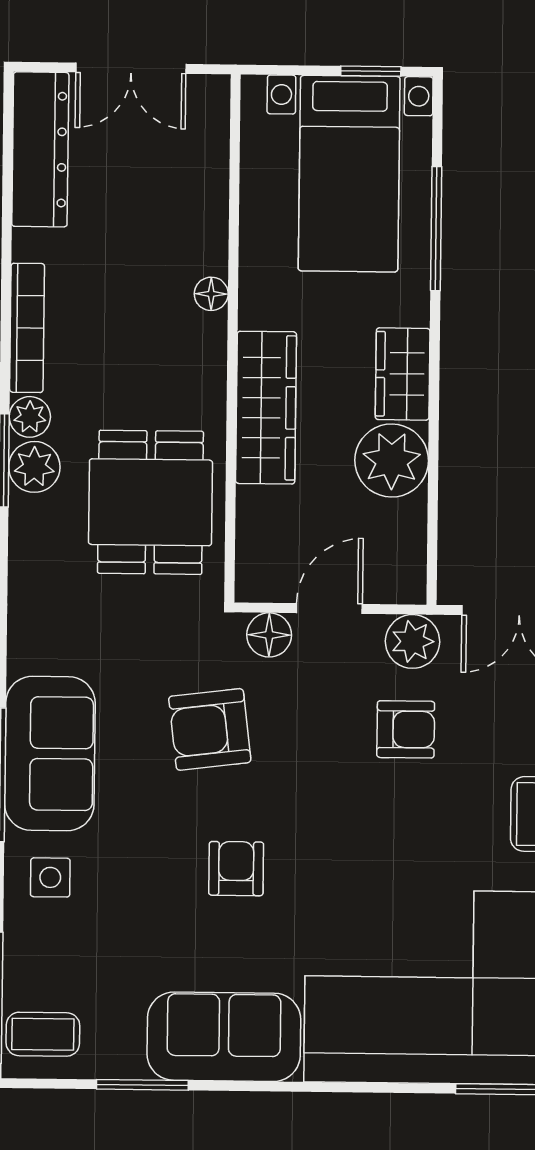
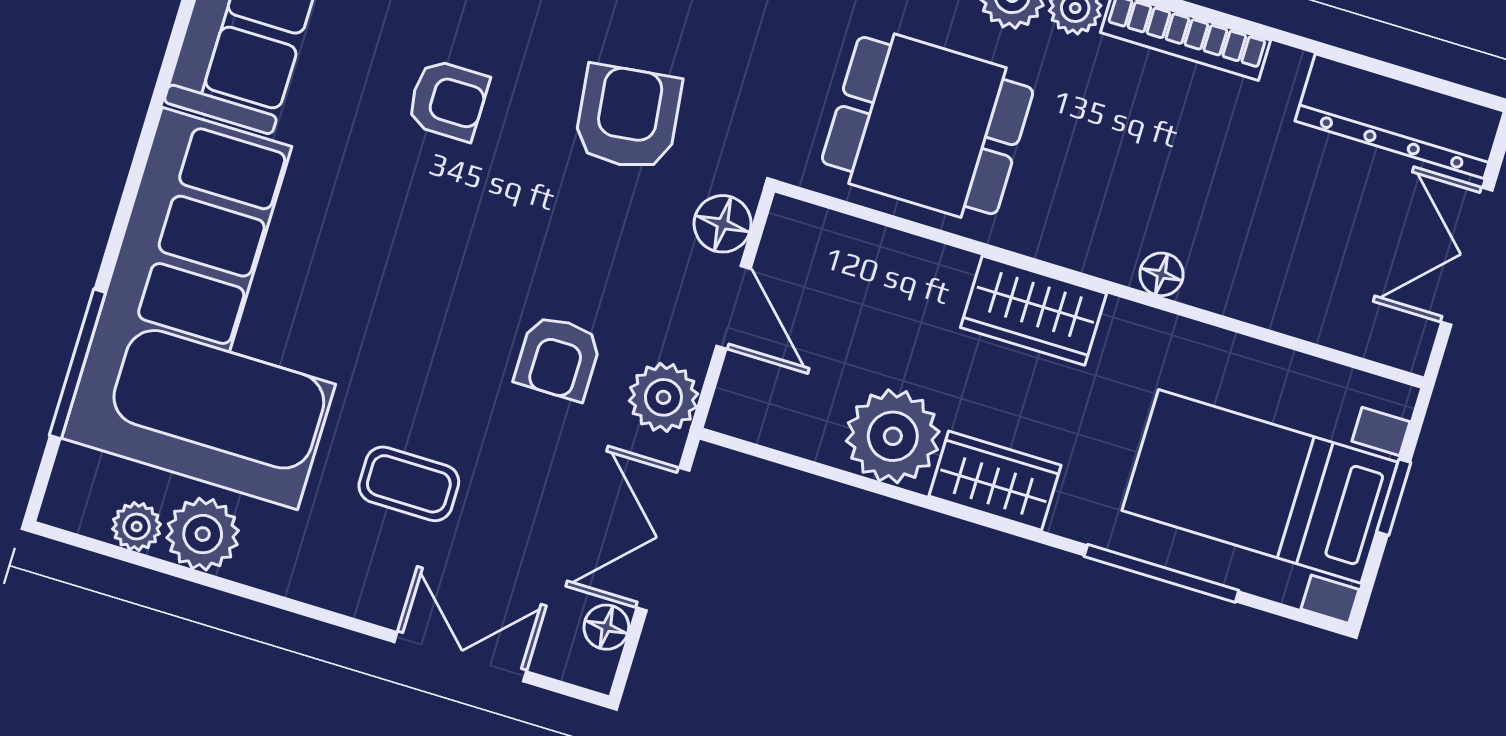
window: (371, 71) -> (1394, 497), moved
wardrobe: (266, 408) -> (1034, 310), width x0.67

